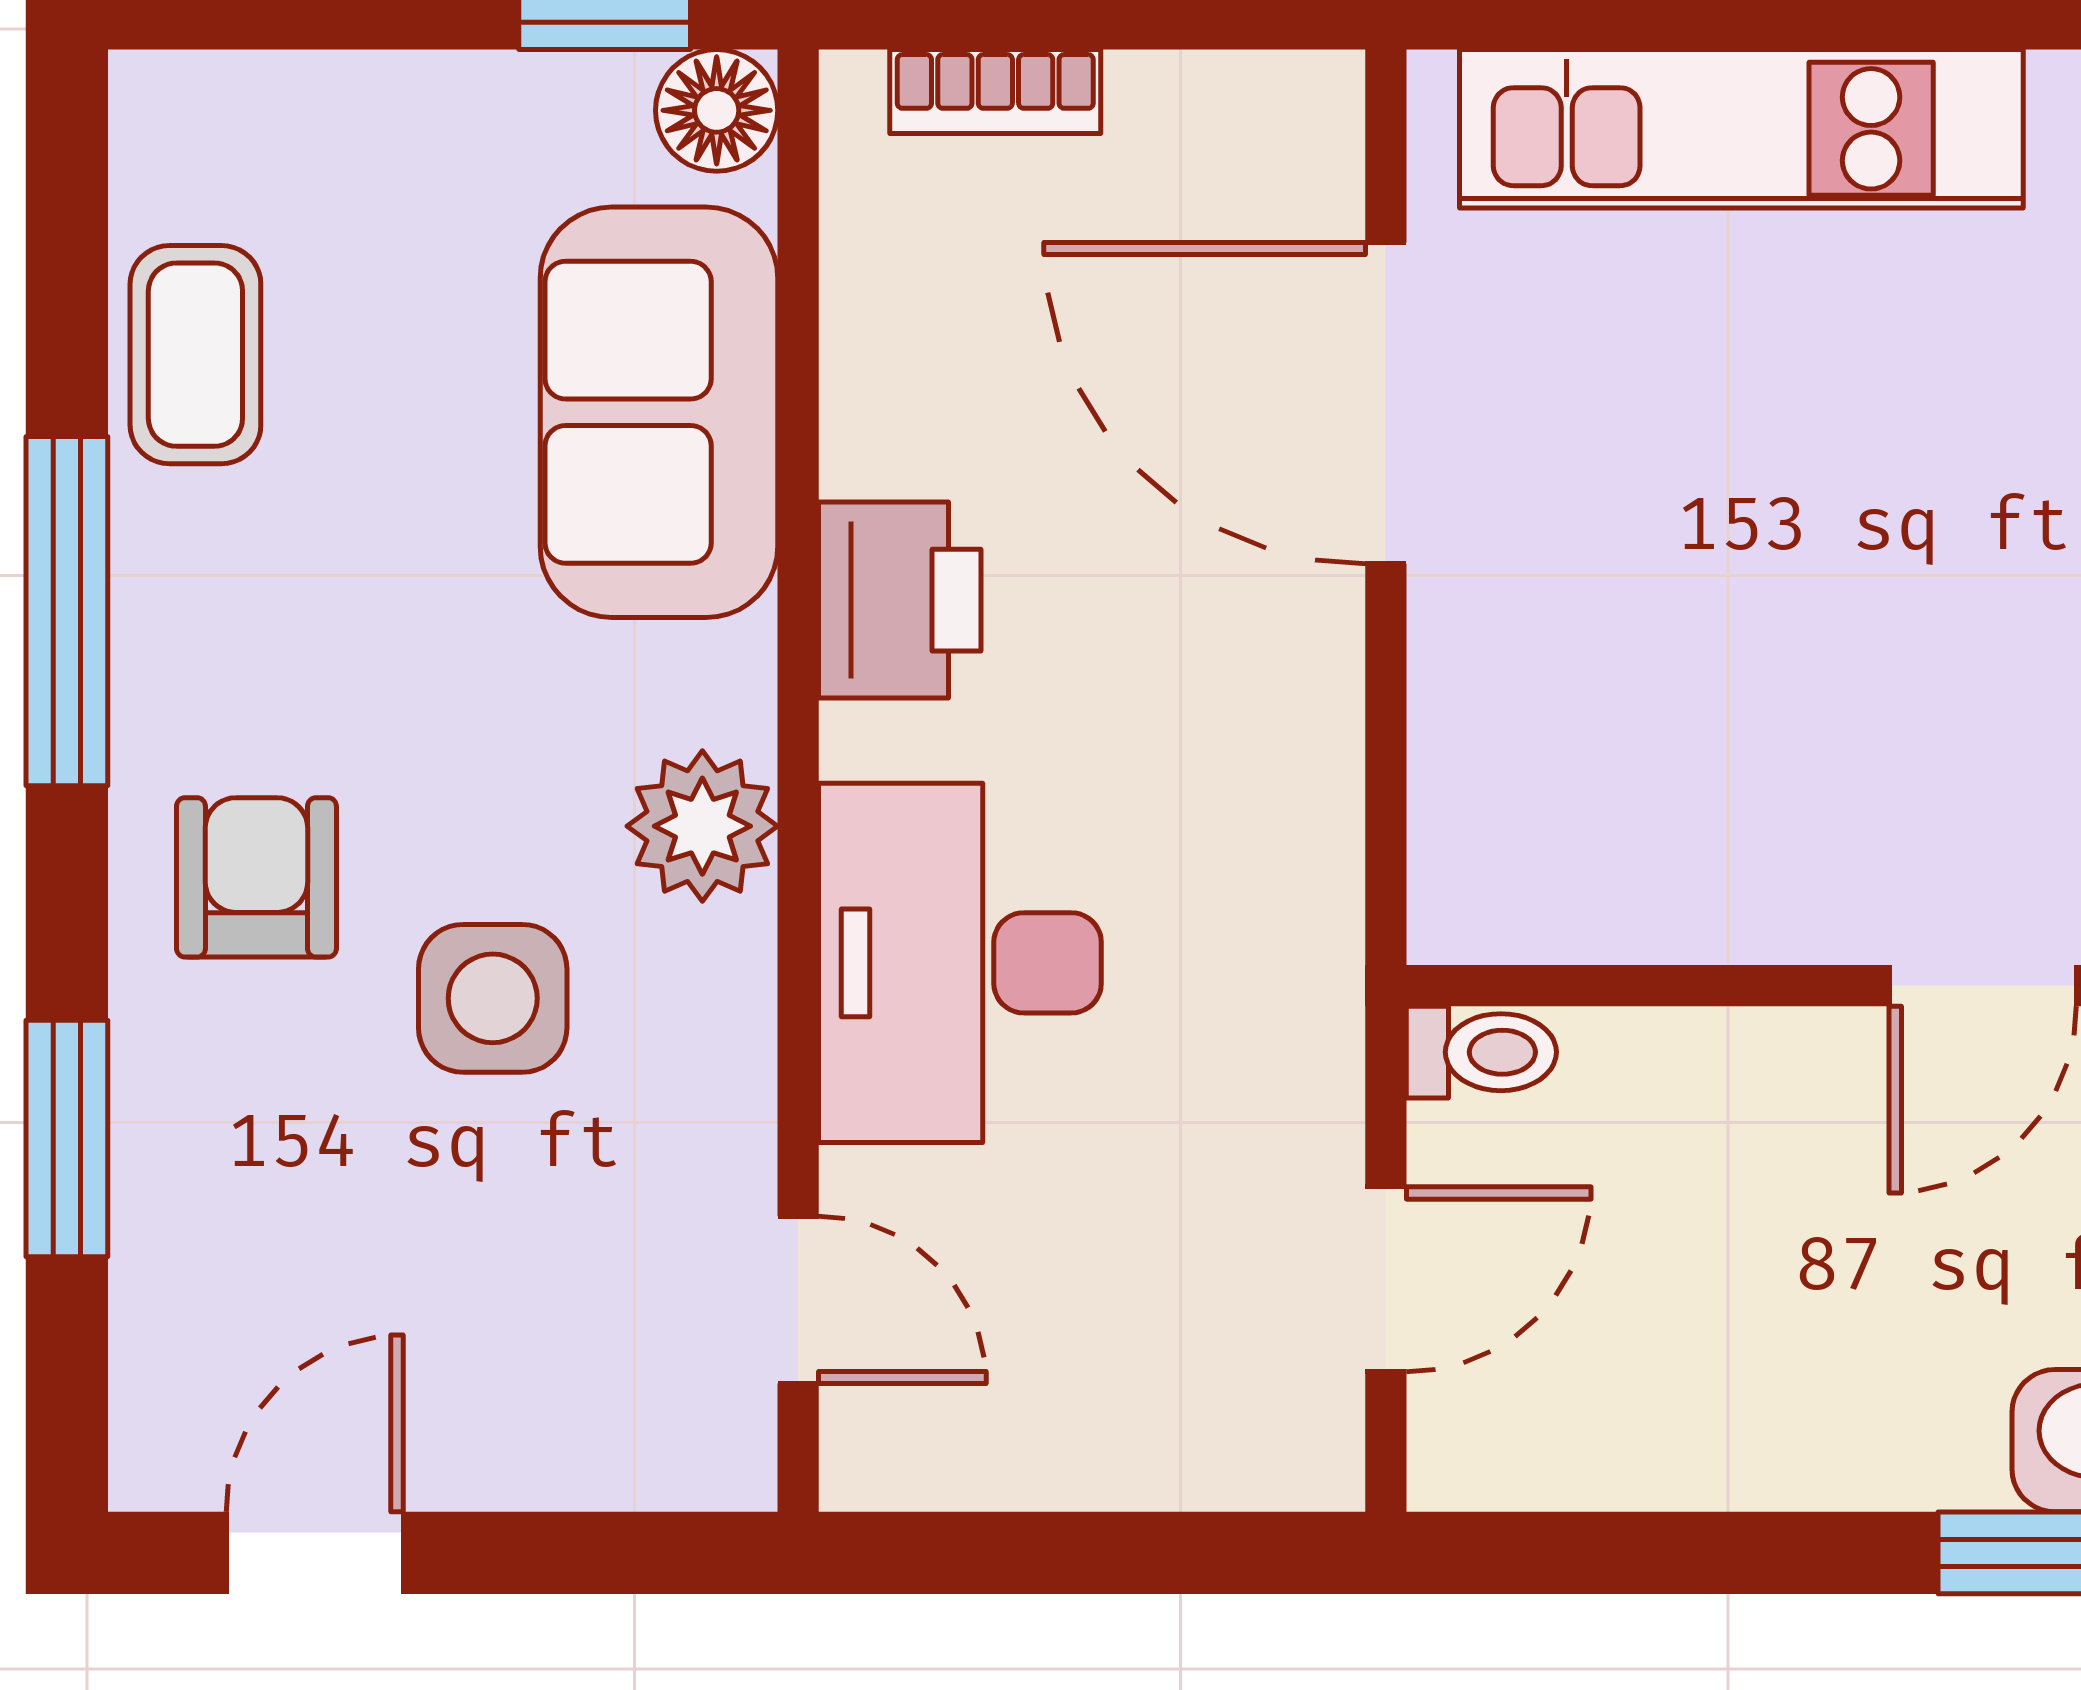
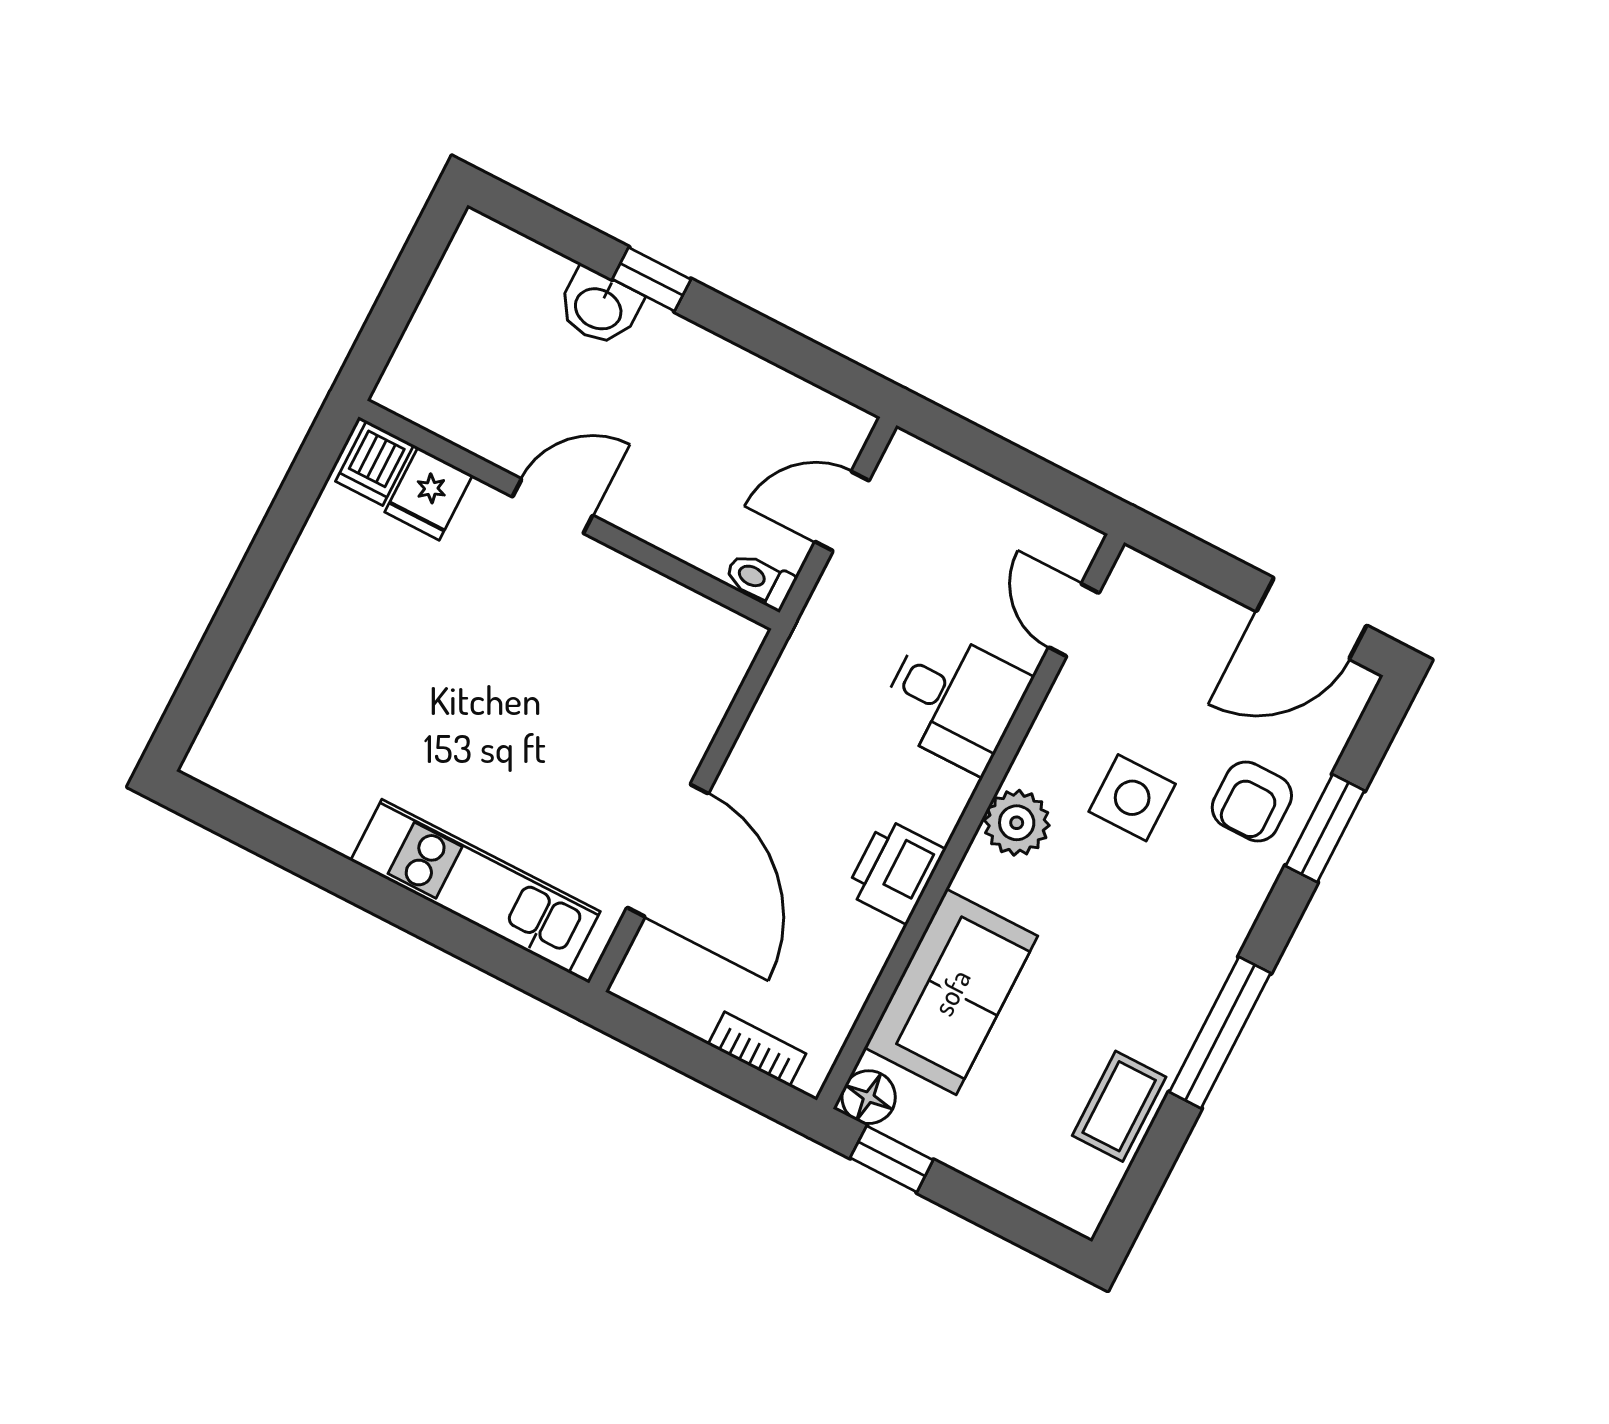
armchair: (256, 877) -> (1252, 801), moved
desk: (960, 963) -> (954, 700), width x0.73
door: (315, 1553) -> (1311, 618), width x1.38

